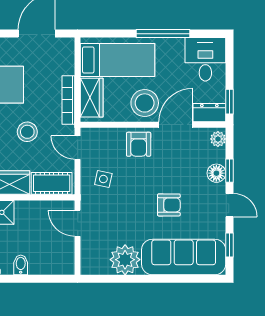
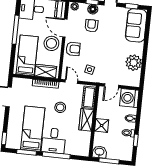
door: (78, 148) -> (71, 82), swing flipped
armchair: (169, 205) -> (91, 26), moved
sofa: (184, 257) -> (136, 25), width x0.73
washing machine: (58, 258) -> (129, 98), added

